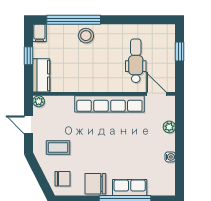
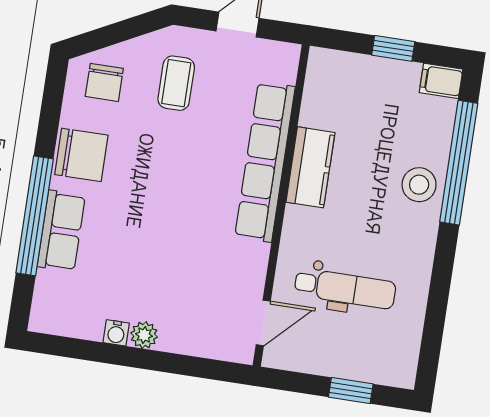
kitchen counter: (41, 75) -> (310, 167), moved, turned -90
plant: (39, 101) -> (287, 55), removed
row of seats: (109, 104) -> (265, 162), moved
plant: (169, 127) -> (144, 335), moved
chair: (95, 184) -> (81, 155), turned 90

